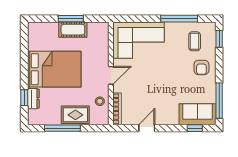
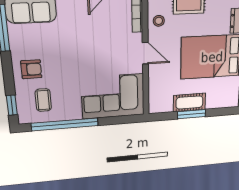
window: (179, 19) -> (65, 124), width x1.46
armchair: (201, 67) -> (31, 69), turned 90
door: (111, 75) -> (145, 53), swing flipped

